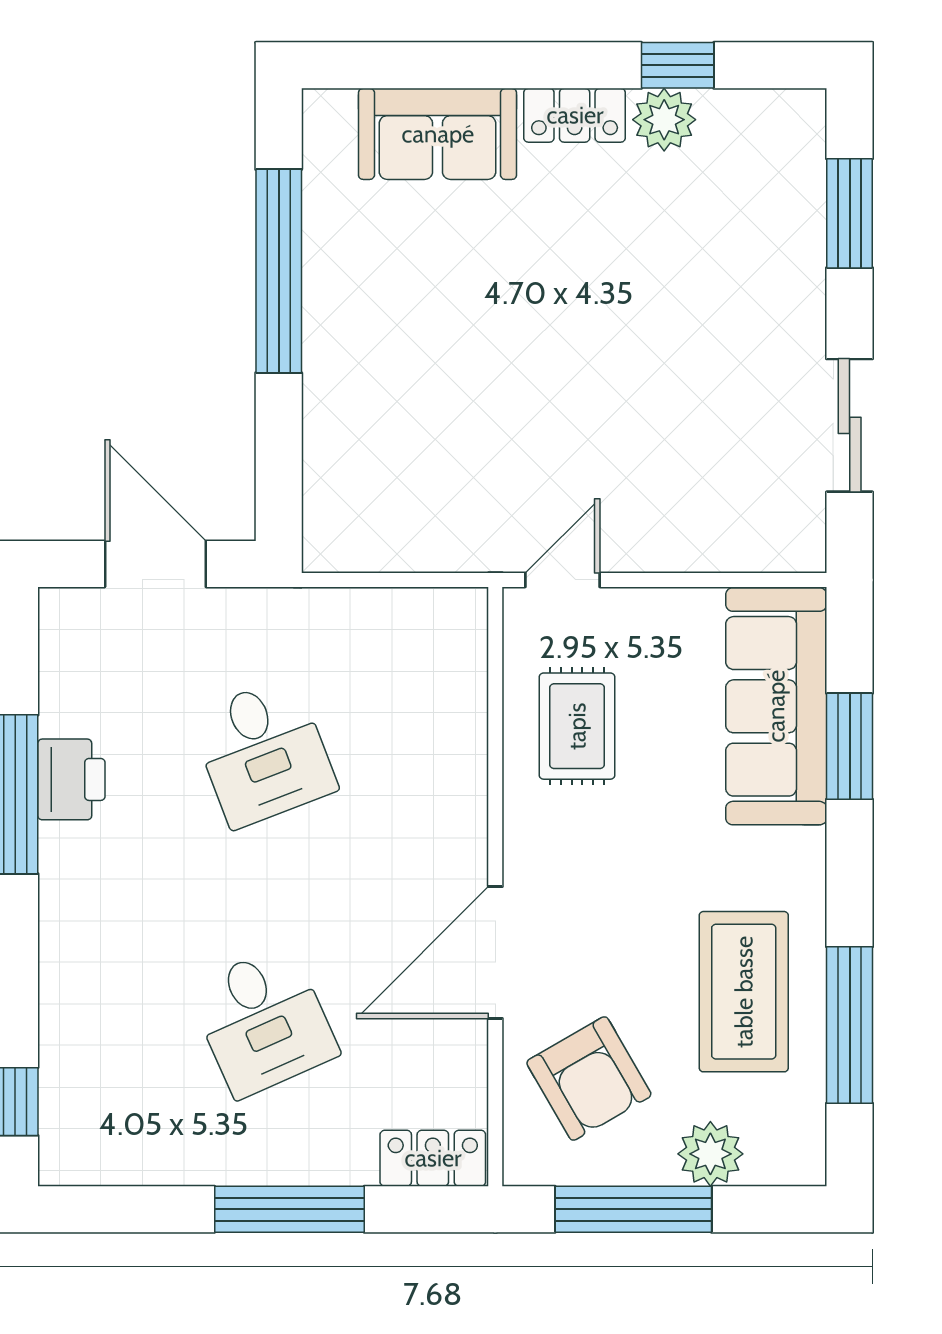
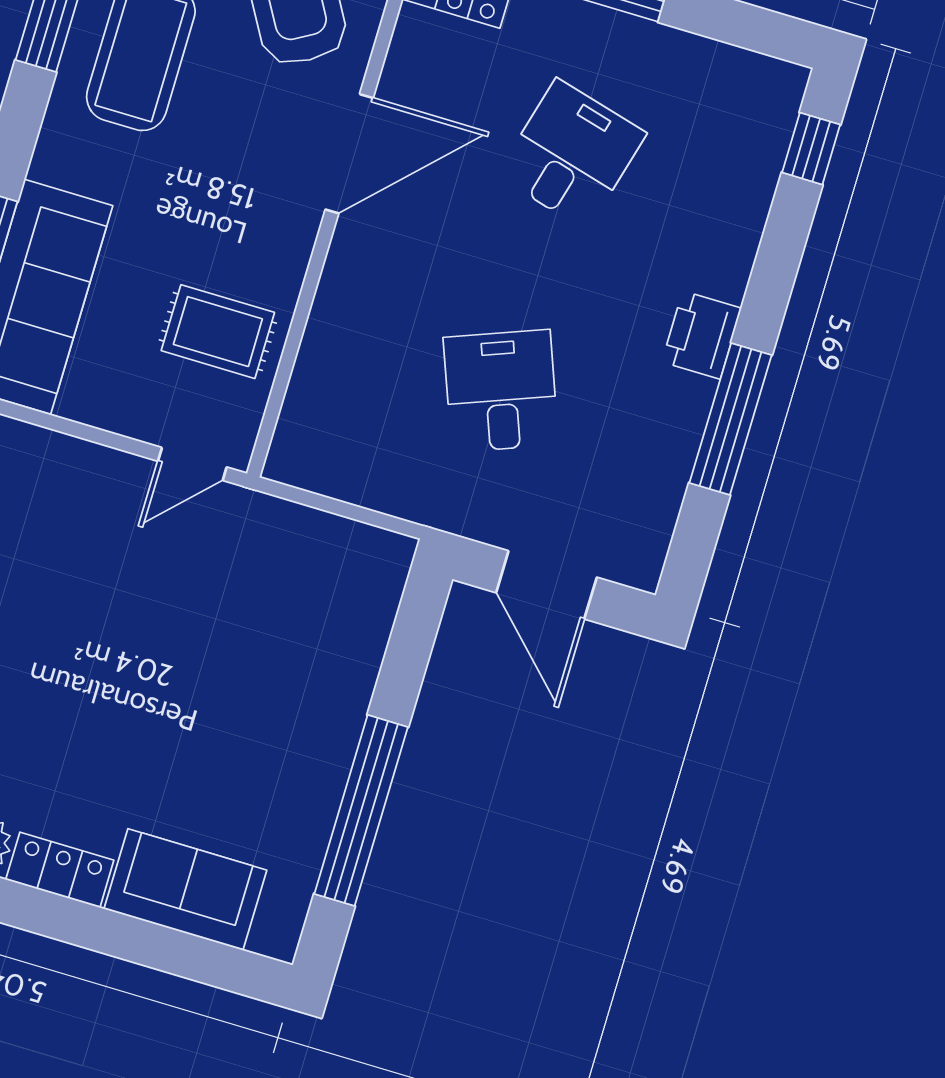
rug: (577, 726) -> (218, 332), turned 90
printer: (71, 779) -> (701, 335), moved
desk: (263, 1021) -> (572, 154), turned 39

